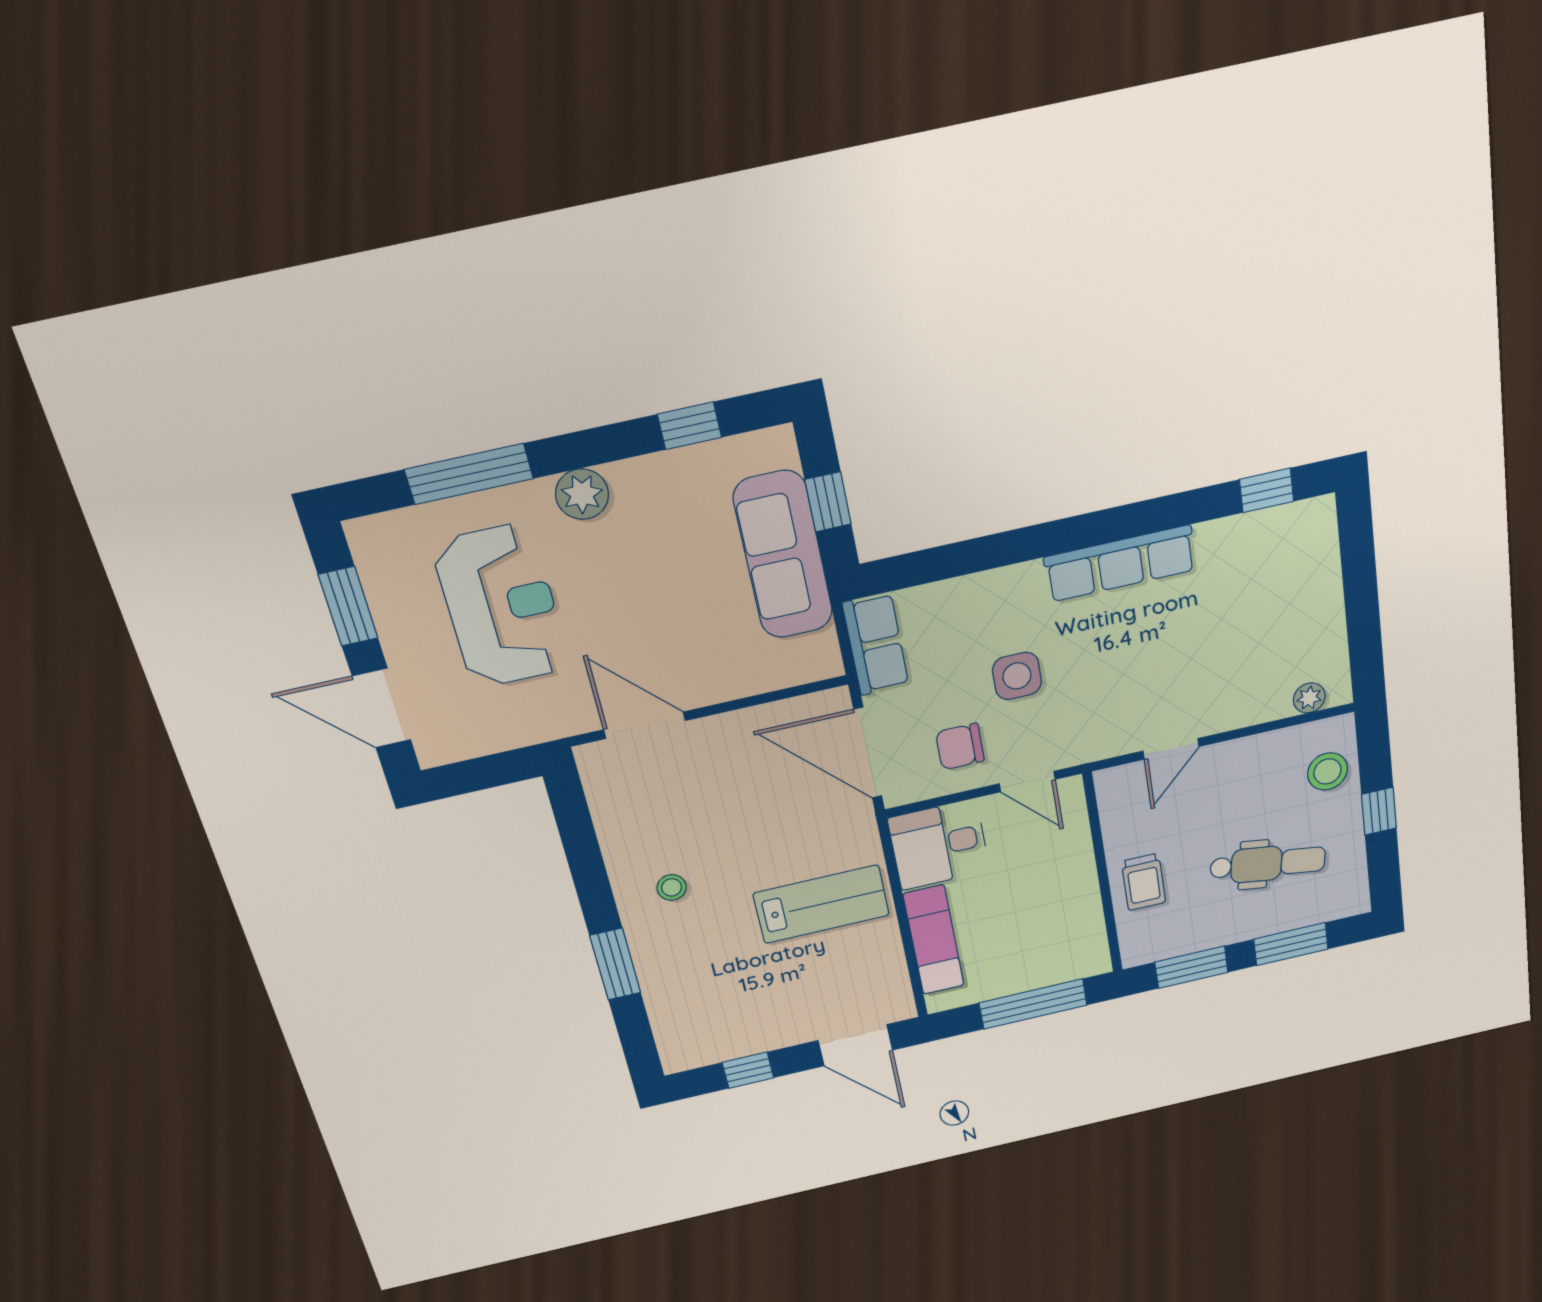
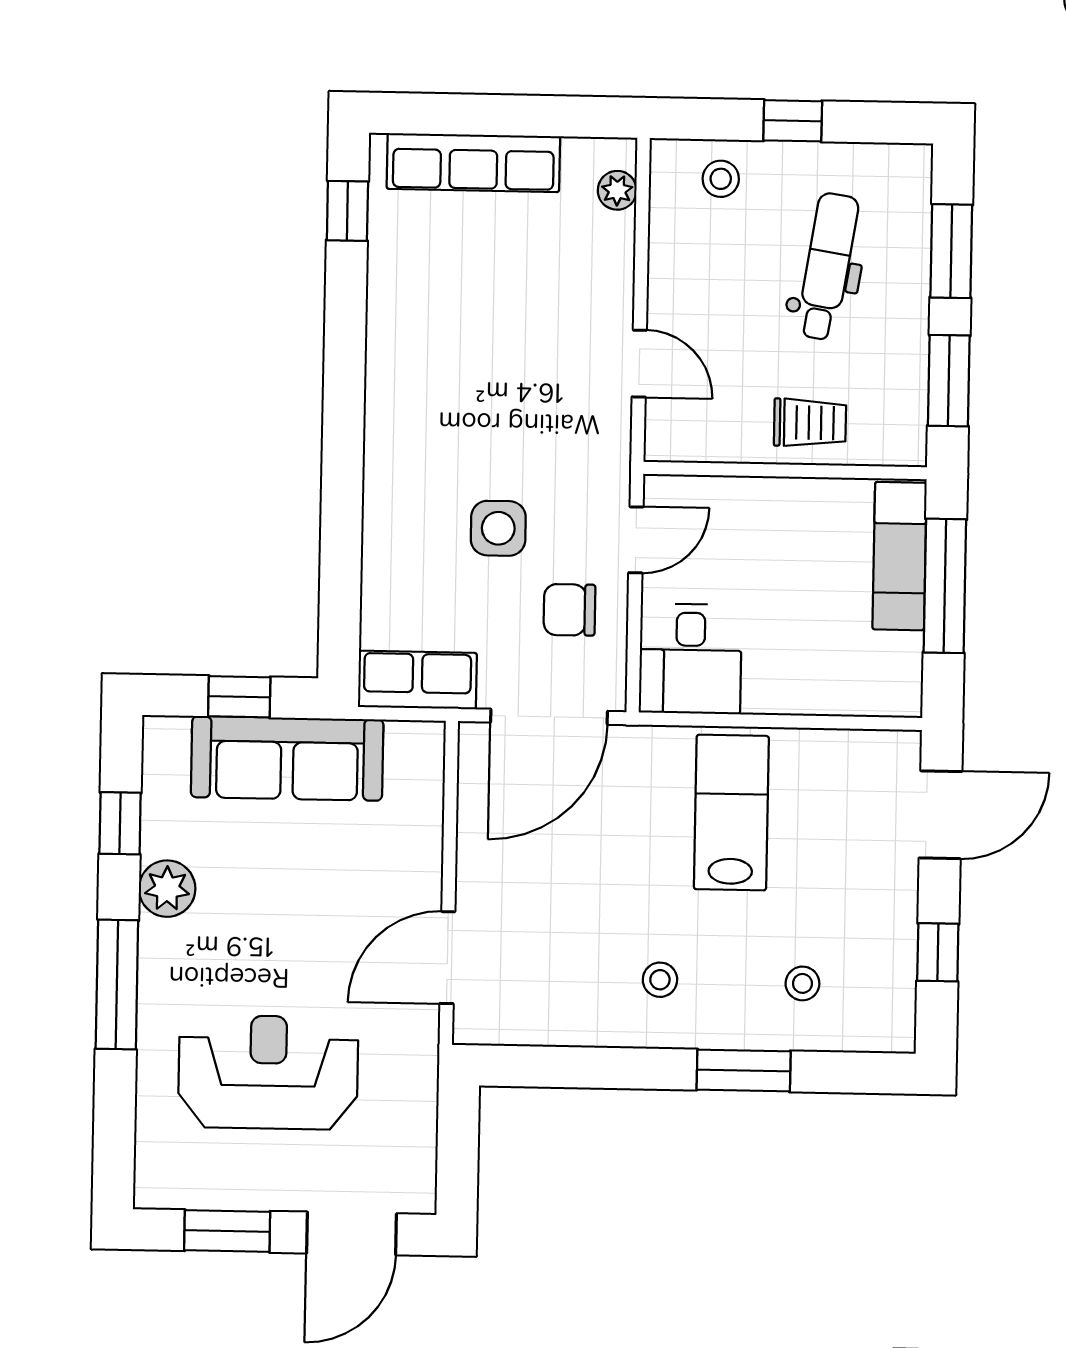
window: (469, 474) -> (117, 985), moved
plant: (582, 494) -> (167, 889), moved
row of seats: (1120, 563) -> (473, 163), moved, turned 90
chair: (960, 747) -> (569, 610), turned 90
stool: (1327, 771) -> (721, 179), width x0.73, depth x0.73
exam couch: (934, 940) -> (900, 556), moved, turned -90
stool: (697, 987) -> (802, 983), added

